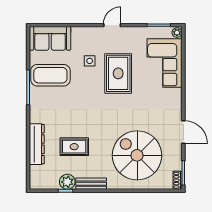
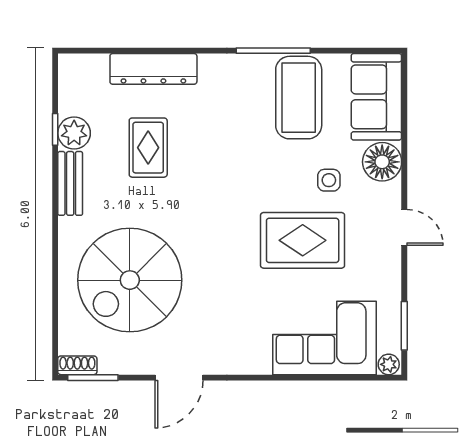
floor lamp: (81, 36) -> (382, 162), added
spiral stairs: (137, 155) -> (130, 280), turned 180

